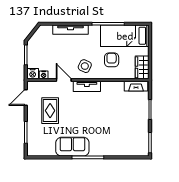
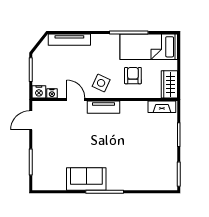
tv unit: (70, 30) -> (69, 40), moved
rug: (50, 111) -> (60, 136), removed

